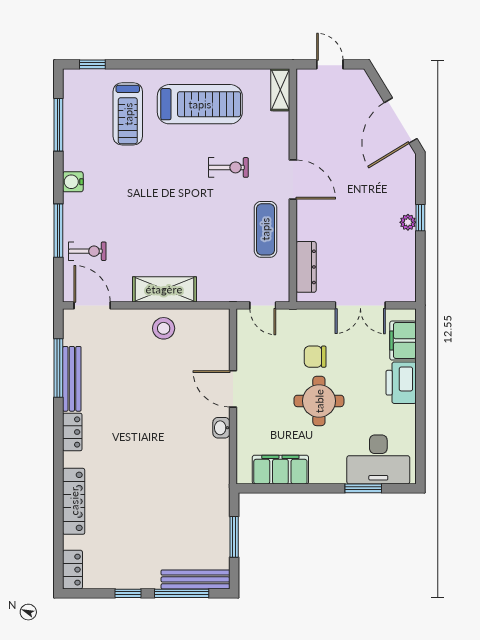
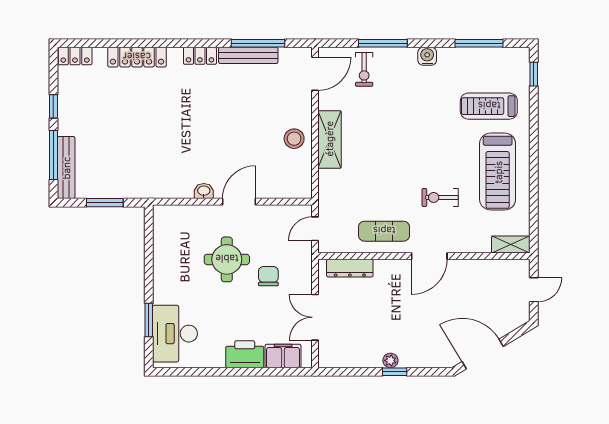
exercise bike: (228, 167) -> (440, 197), turned 90
round table: (319, 401) -> (227, 259), moved
filing cabinet: (280, 470) -> (166, 245), removed

